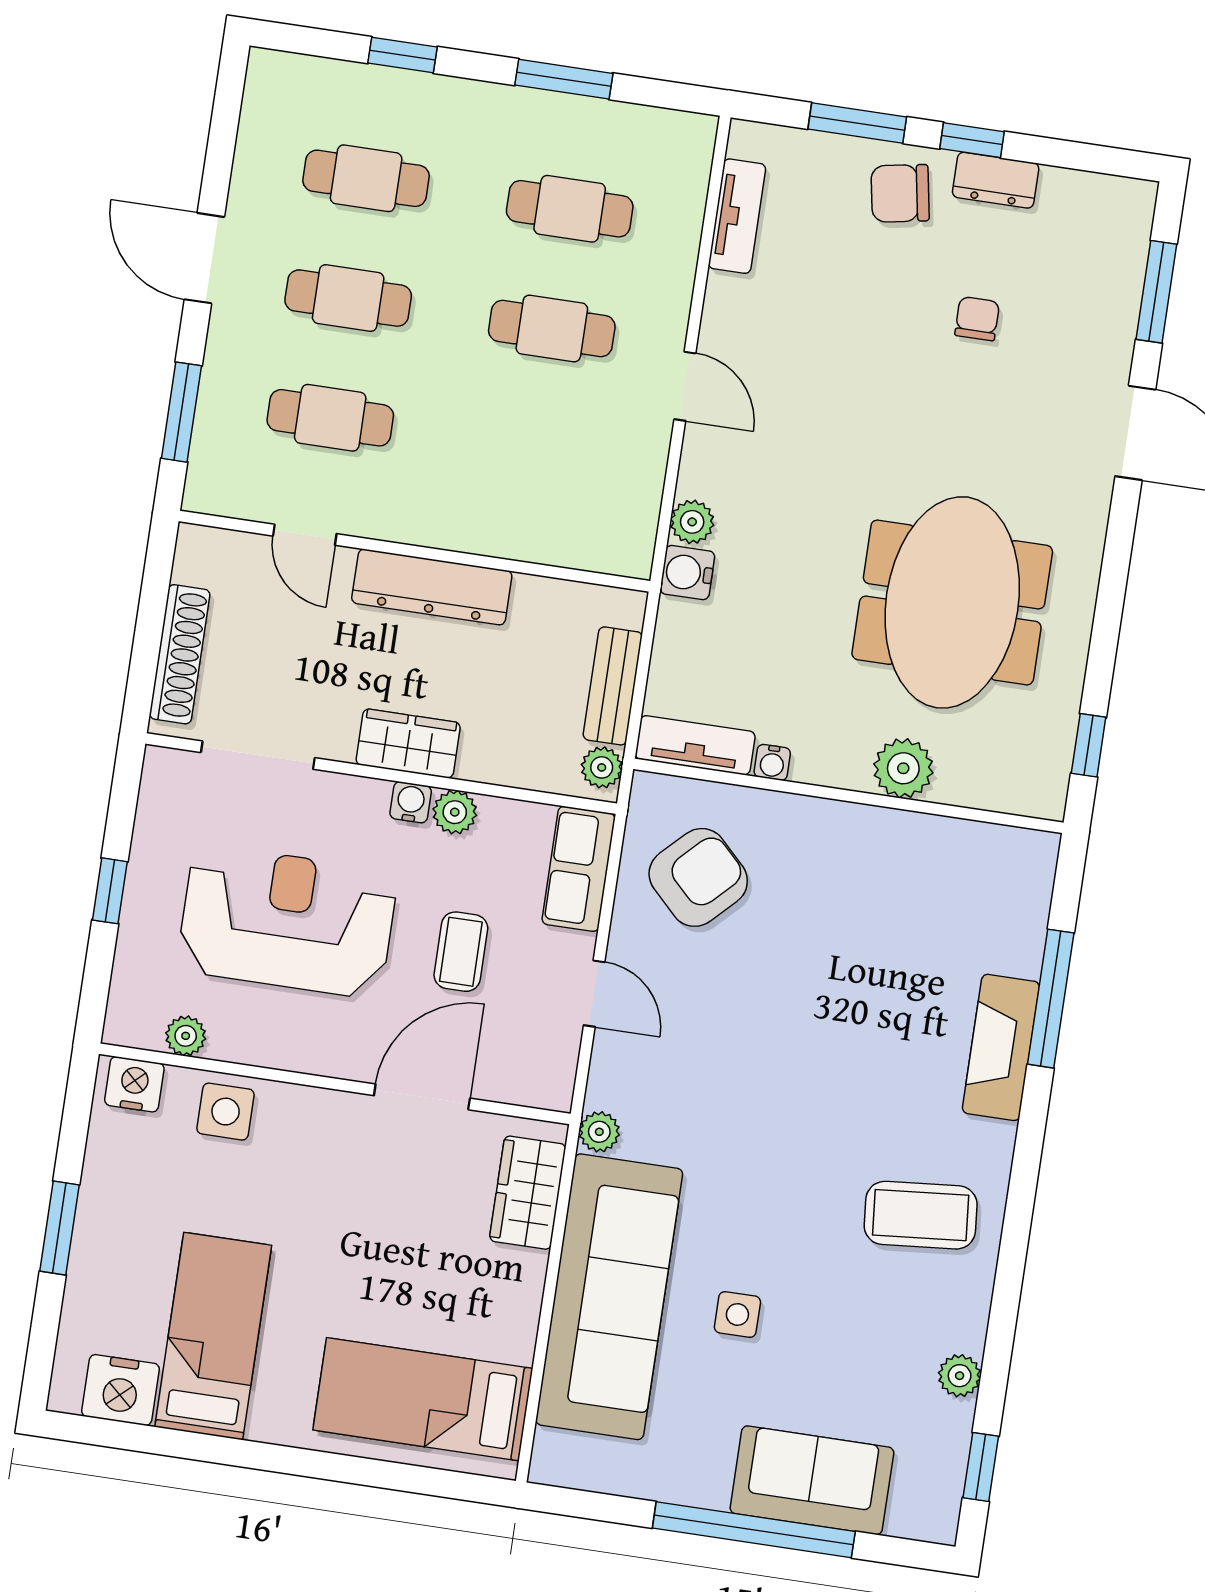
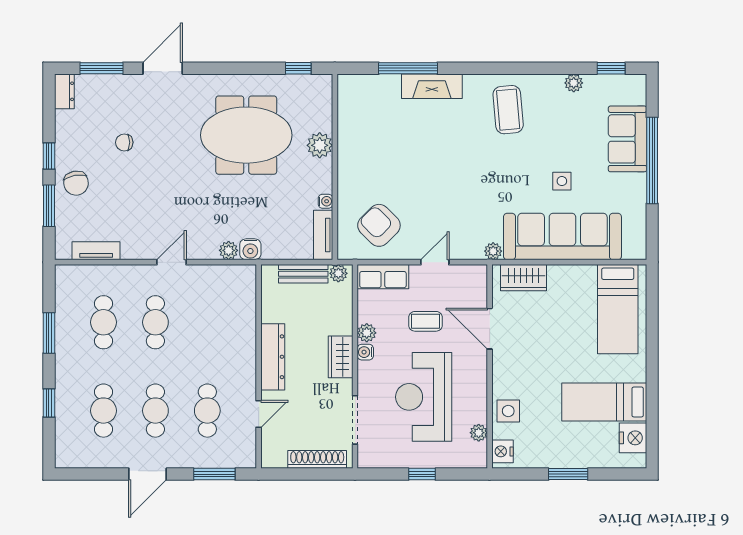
dresser: (996, 180) -> (64, 91), moved

